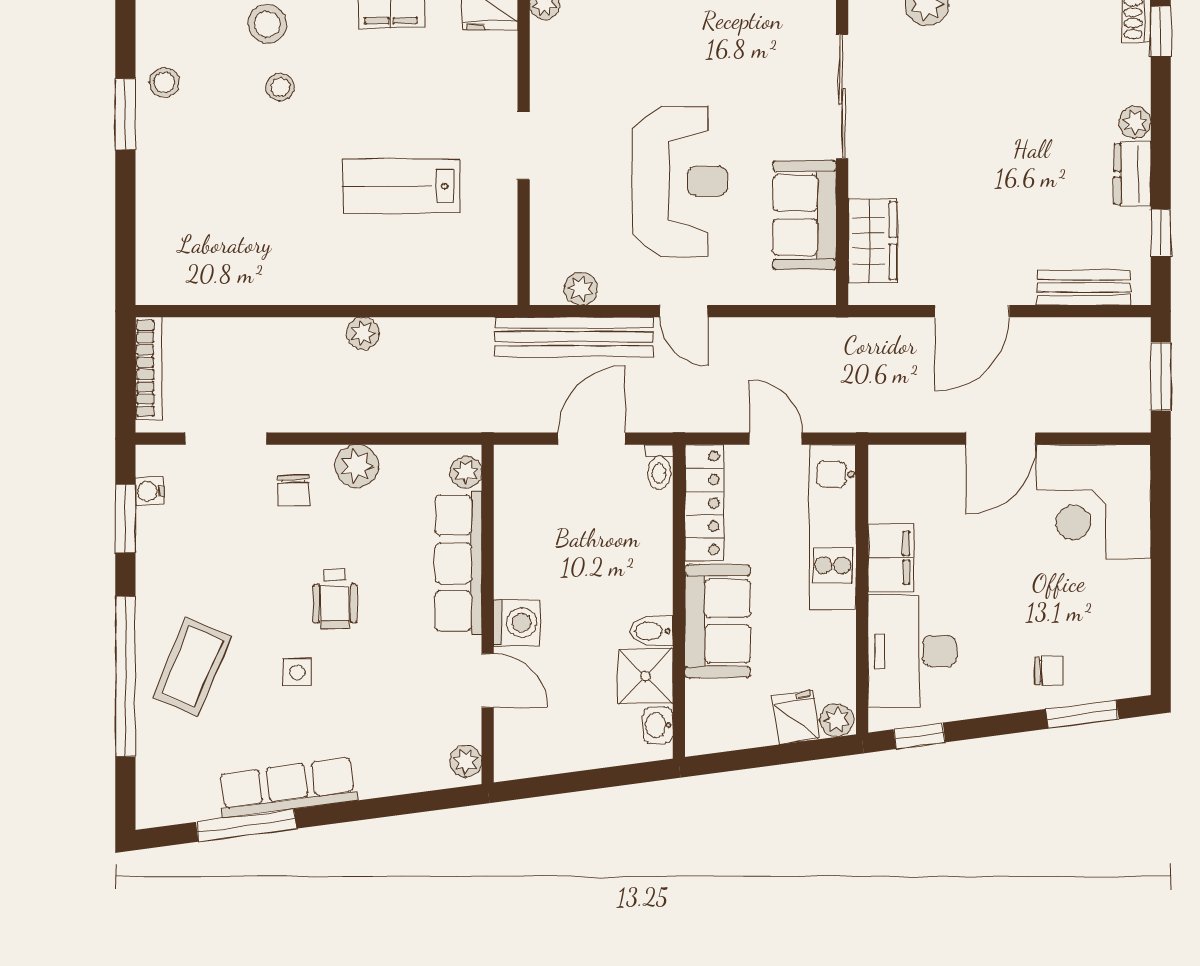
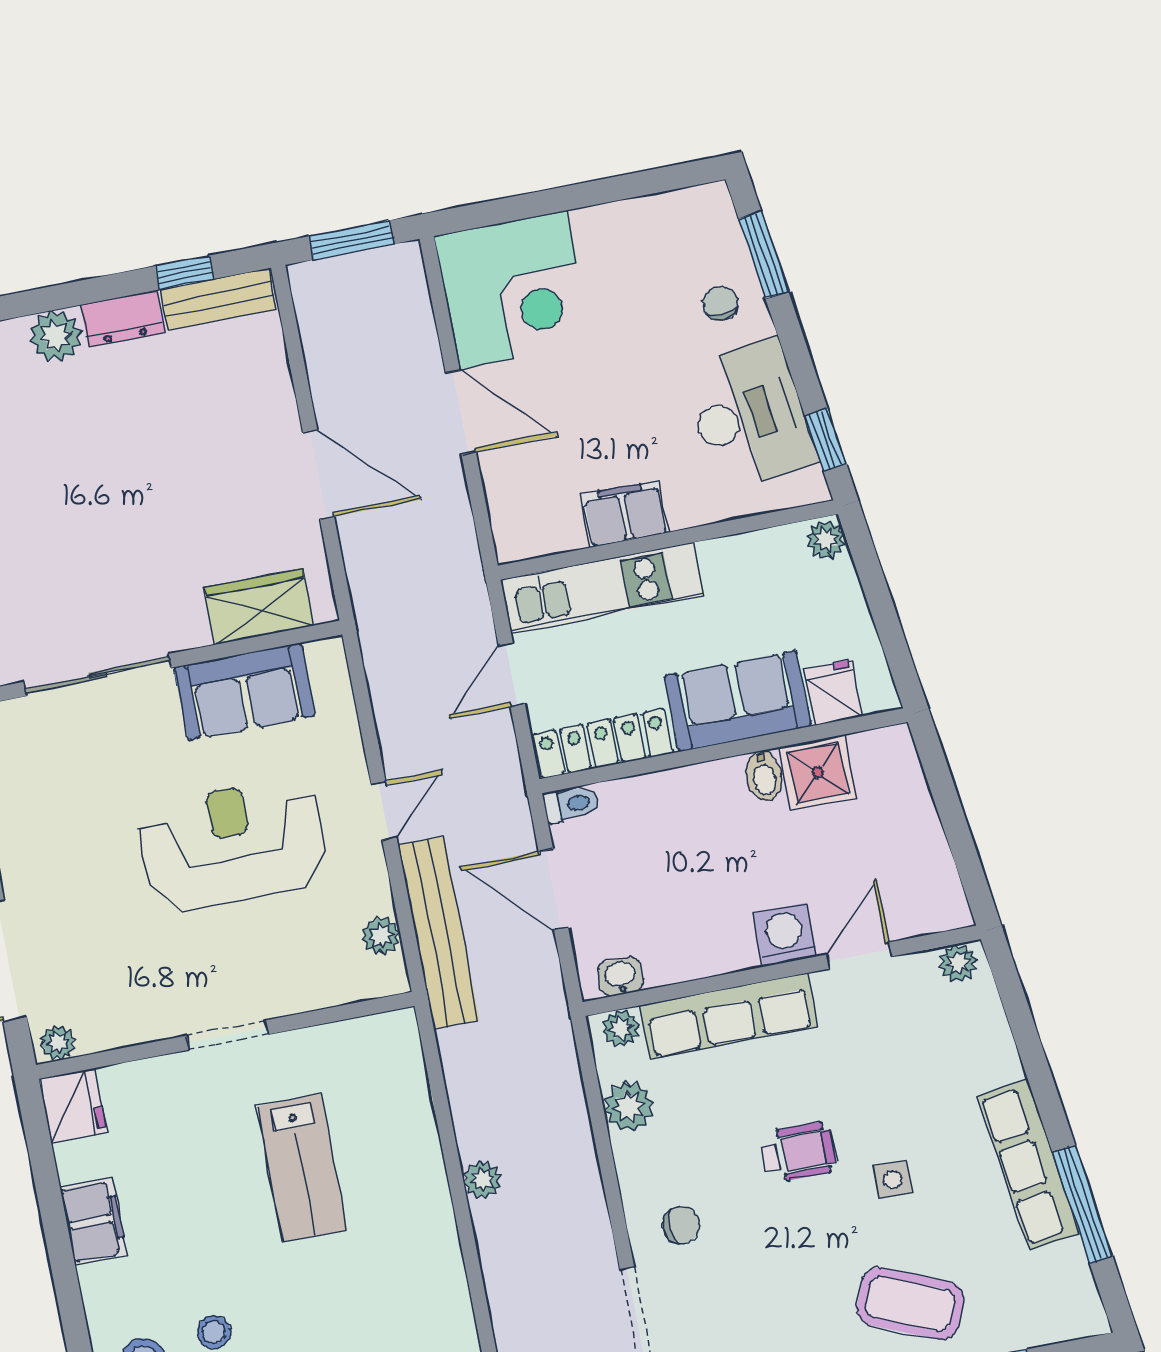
plant: (1135, 122) -> (56, 336), width x1.38, depth x1.38
bench: (1084, 287) -> (218, 299), moved, turned 90
plant: (357, 466) -> (629, 1106), moved
desk: (912, 651) -> (749, 415), moved, turned -98
fridge: (796, 718) -> (833, 692), moved, turned 98
washbasin: (658, 725) -> (620, 977), moved, turned 180

